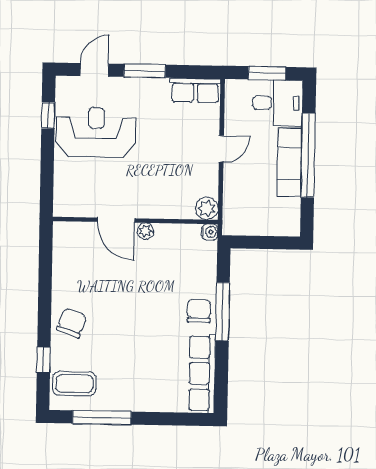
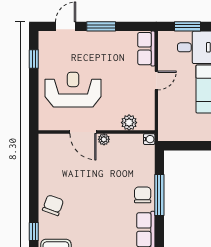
row of seats: (195, 90) -> (146, 49), moved, turned 90
reception desk: (96, 132) -> (73, 90), moved
plant: (207, 208) -> (129, 123), moved

